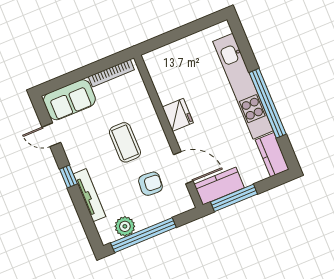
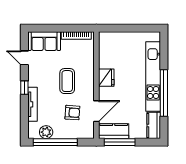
door: (183, 168) -> (96, 111), hinge flipped

